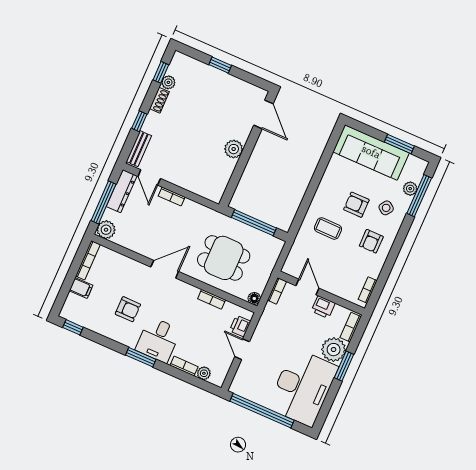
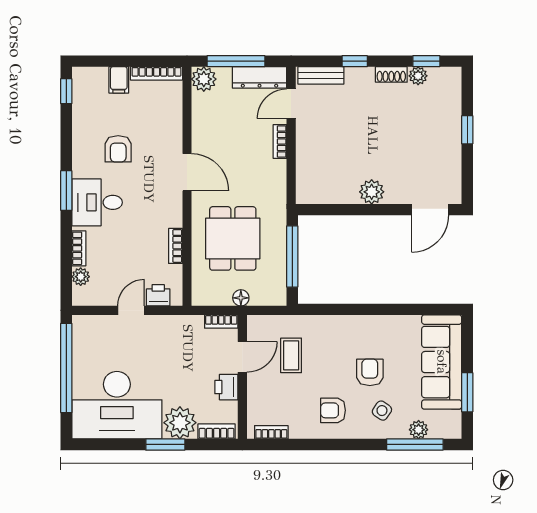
coffee table: (328, 228) -> (291, 355), moved
floor lamp: (254, 298) -> (241, 298), moved

